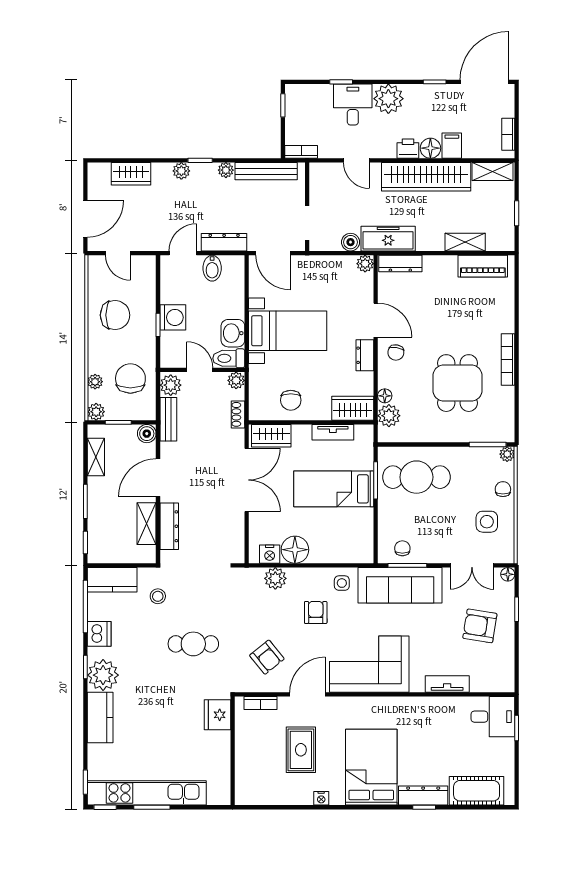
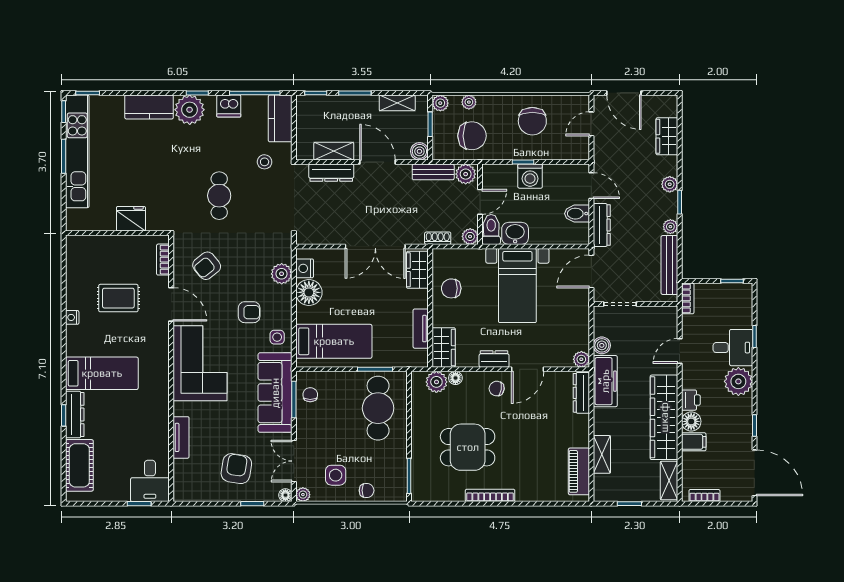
plant: (507, 454) -> (303, 495), moved
bed: (334, 489) -> (334, 341), moved, turned 90
chair: (402, 548) -> (310, 395), turned -90
fridge: (218, 715) -> (131, 219), moved
bed: (371, 767) -> (102, 373), width x0.67

